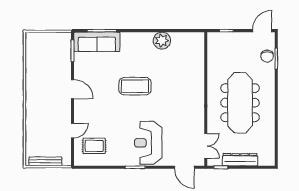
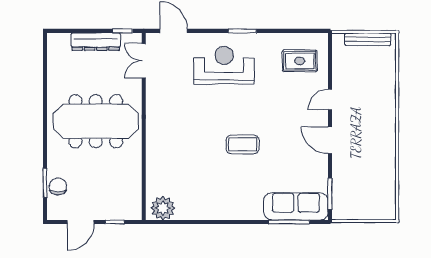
door: (262, 31) -> (81, 222), moved
plant: (162, 41) -> (163, 208), moved
coffee table: (135, 86) -> (243, 144), width x0.73, depth x0.76
meeting table: (240, 103) -> (96, 121), turned 90
door: (72, 131) -> (330, 100), moved
reception desk: (148, 143) -> (224, 65), turned -90

